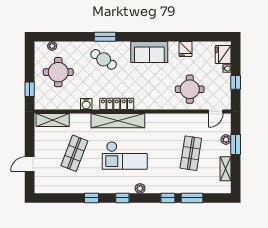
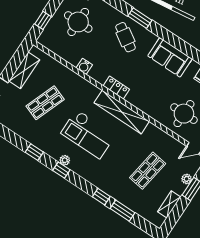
locker: (117, 104) -> (116, 88), width x0.66
shelving: (53, 120) -> (24, 70), moved, turned 90
shelving: (118, 121) -> (122, 112), moved
plant: (140, 188) -> (65, 160), moved

